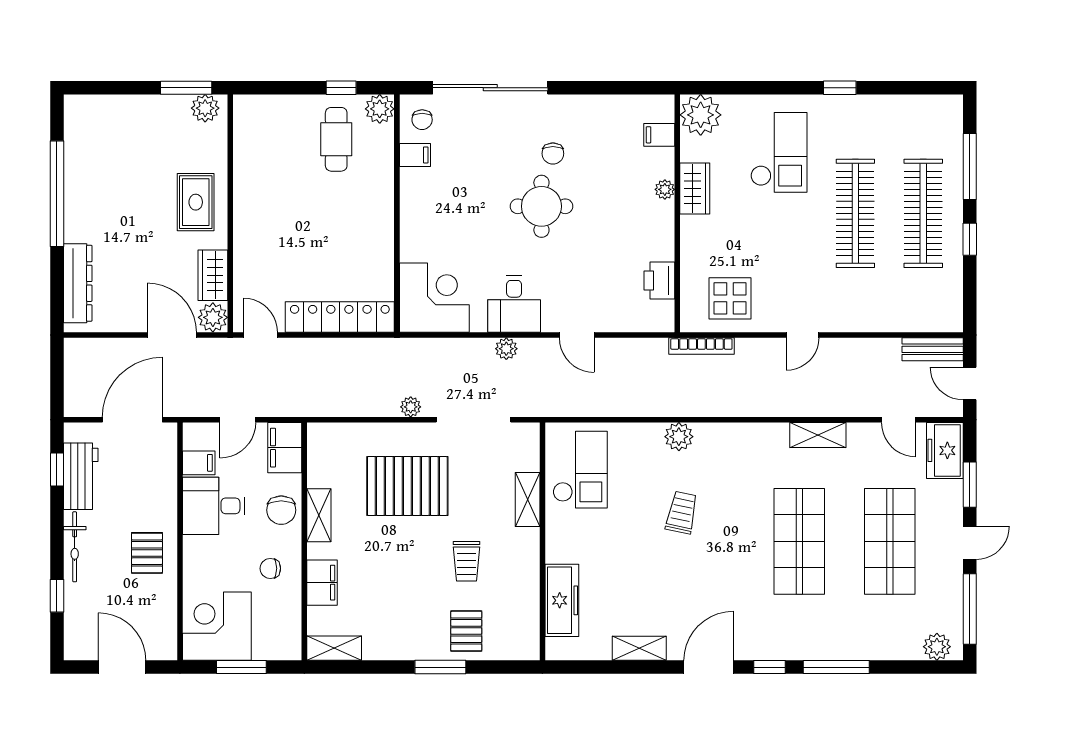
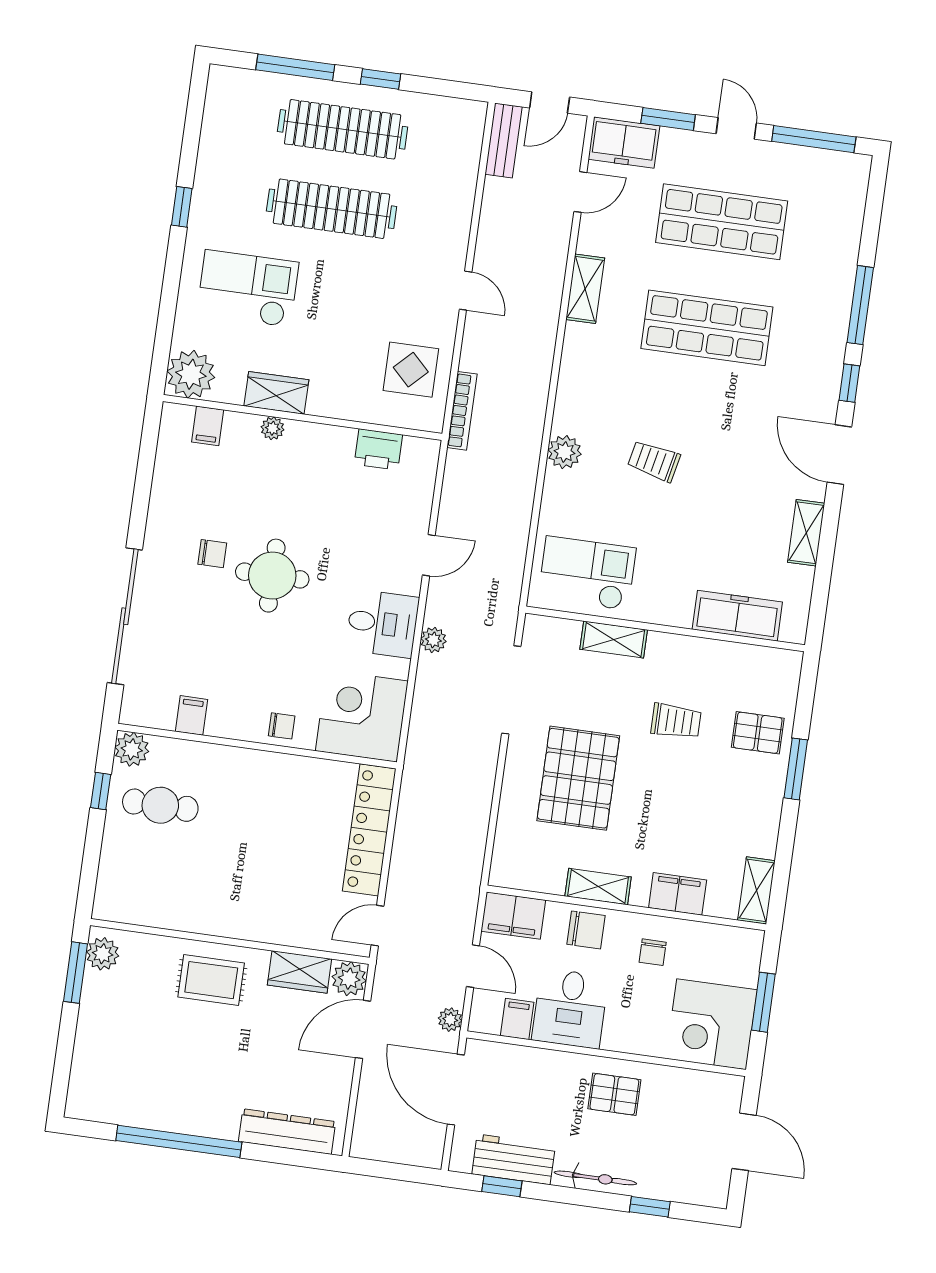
chair: (422, 120) -> (282, 726), moved
plant: (411, 407) -> (450, 1020), moved
plant: (937, 647) -> (853, 184), removed
door: (122, 667) -> (744, 1142), swing flipped

